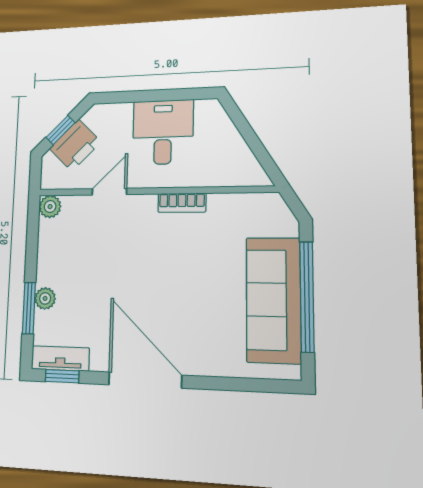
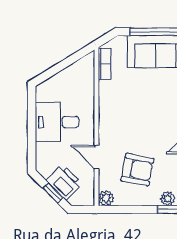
bookcase: (182, 203) -> (104, 64), moved
armchair: (89, 253) -> (137, 169), added

